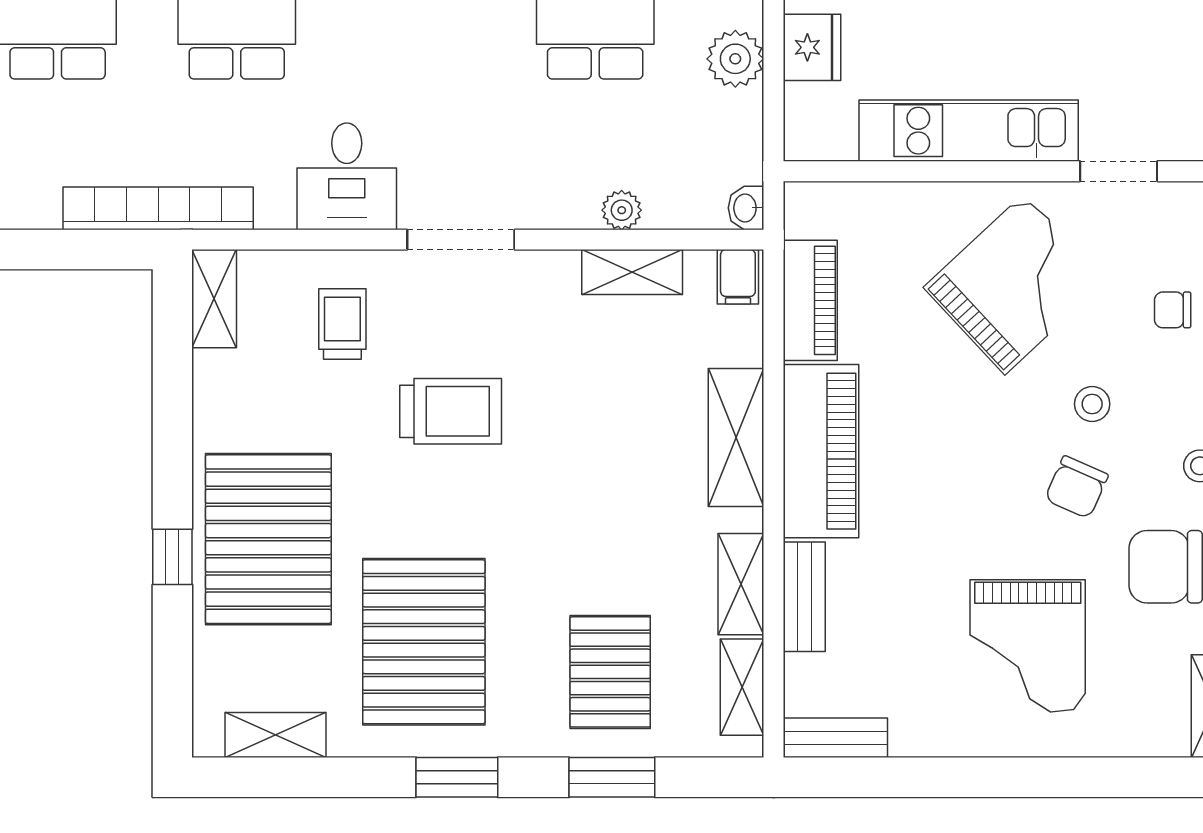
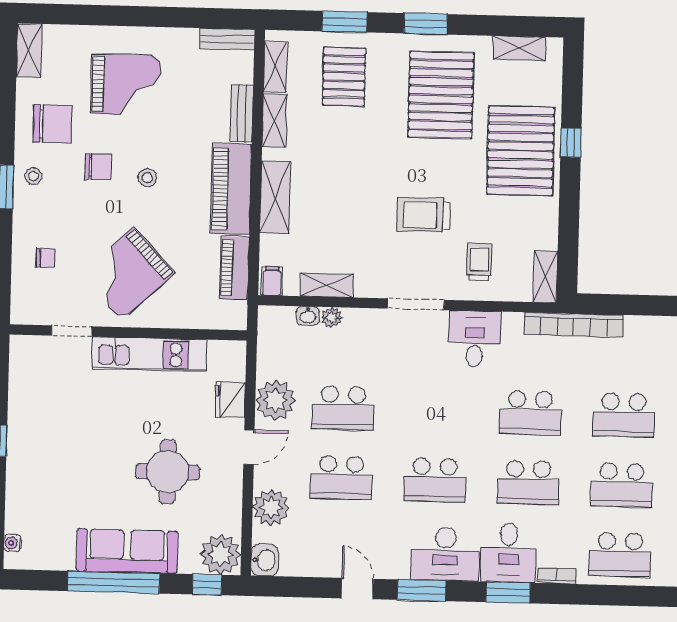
plant: (735, 59) -> (276, 400), width x1.36, depth x1.36
washbasin: (746, 208) -> (308, 316), moved, turned 90
trolley: (342, 324) -> (479, 262), turned 180
stool: (1092, 404) -> (147, 178), moved
chair: (1076, 487) -> (98, 167), turned 66
grand piano: (1028, 646) -> (126, 85), turned 90

